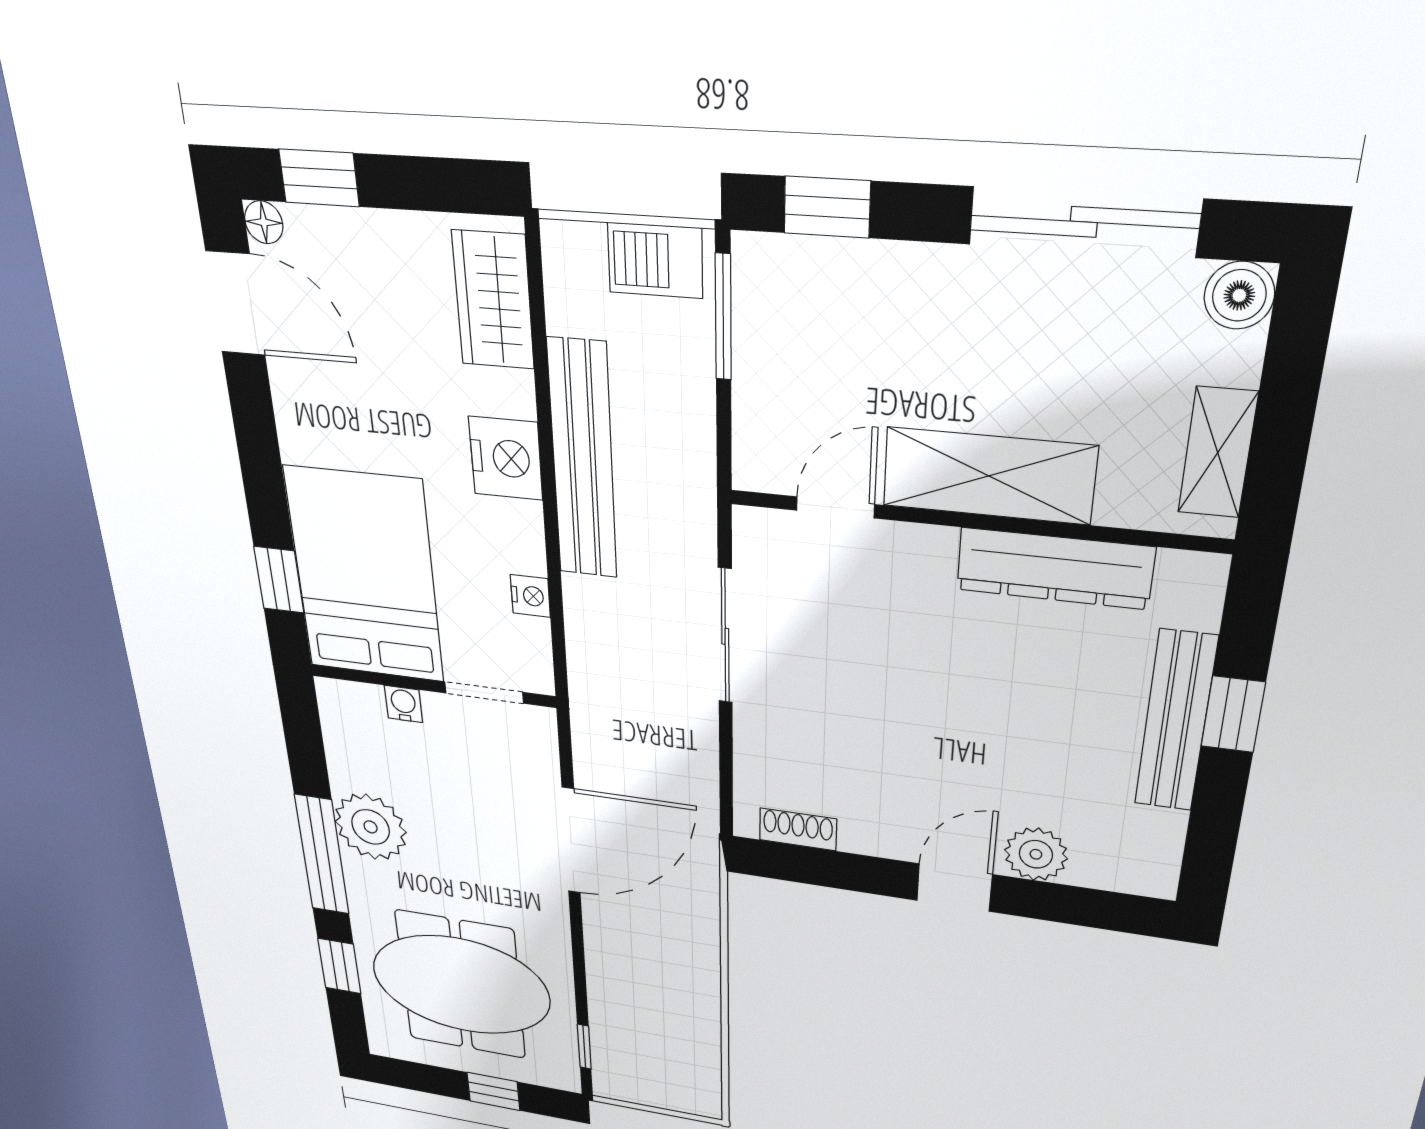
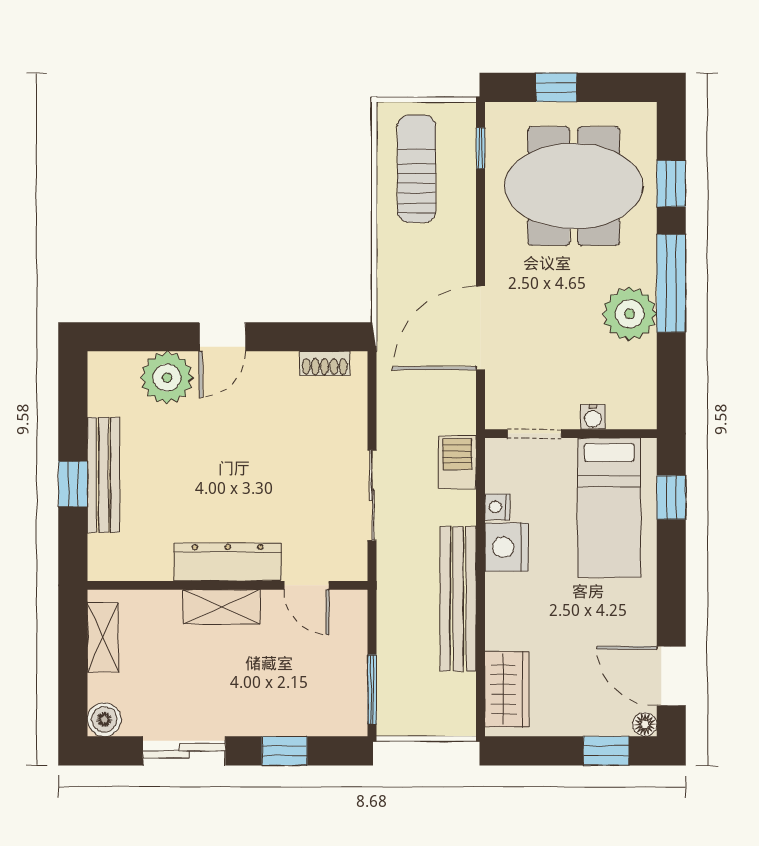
window: (827, 207) -> (284, 751), moved
sliding door: (1084, 222) -> (184, 751), width x0.73
barbecue: (655, 260) -> (457, 462), moved, turned -90
nightstand: (506, 458) -> (507, 547), moved
shelving: (989, 476) -> (221, 607), width x0.67, depth x0.75
door: (835, 507) -> (306, 585), hinge flipped
dresser: (1054, 568) -> (228, 562), moved
bed: (365, 576) -> (609, 508), width x0.67
plant: (1036, 854) -> (167, 378), width x1.36, depth x1.36
sun lounger: (668, 1040) -> (417, 169), added

